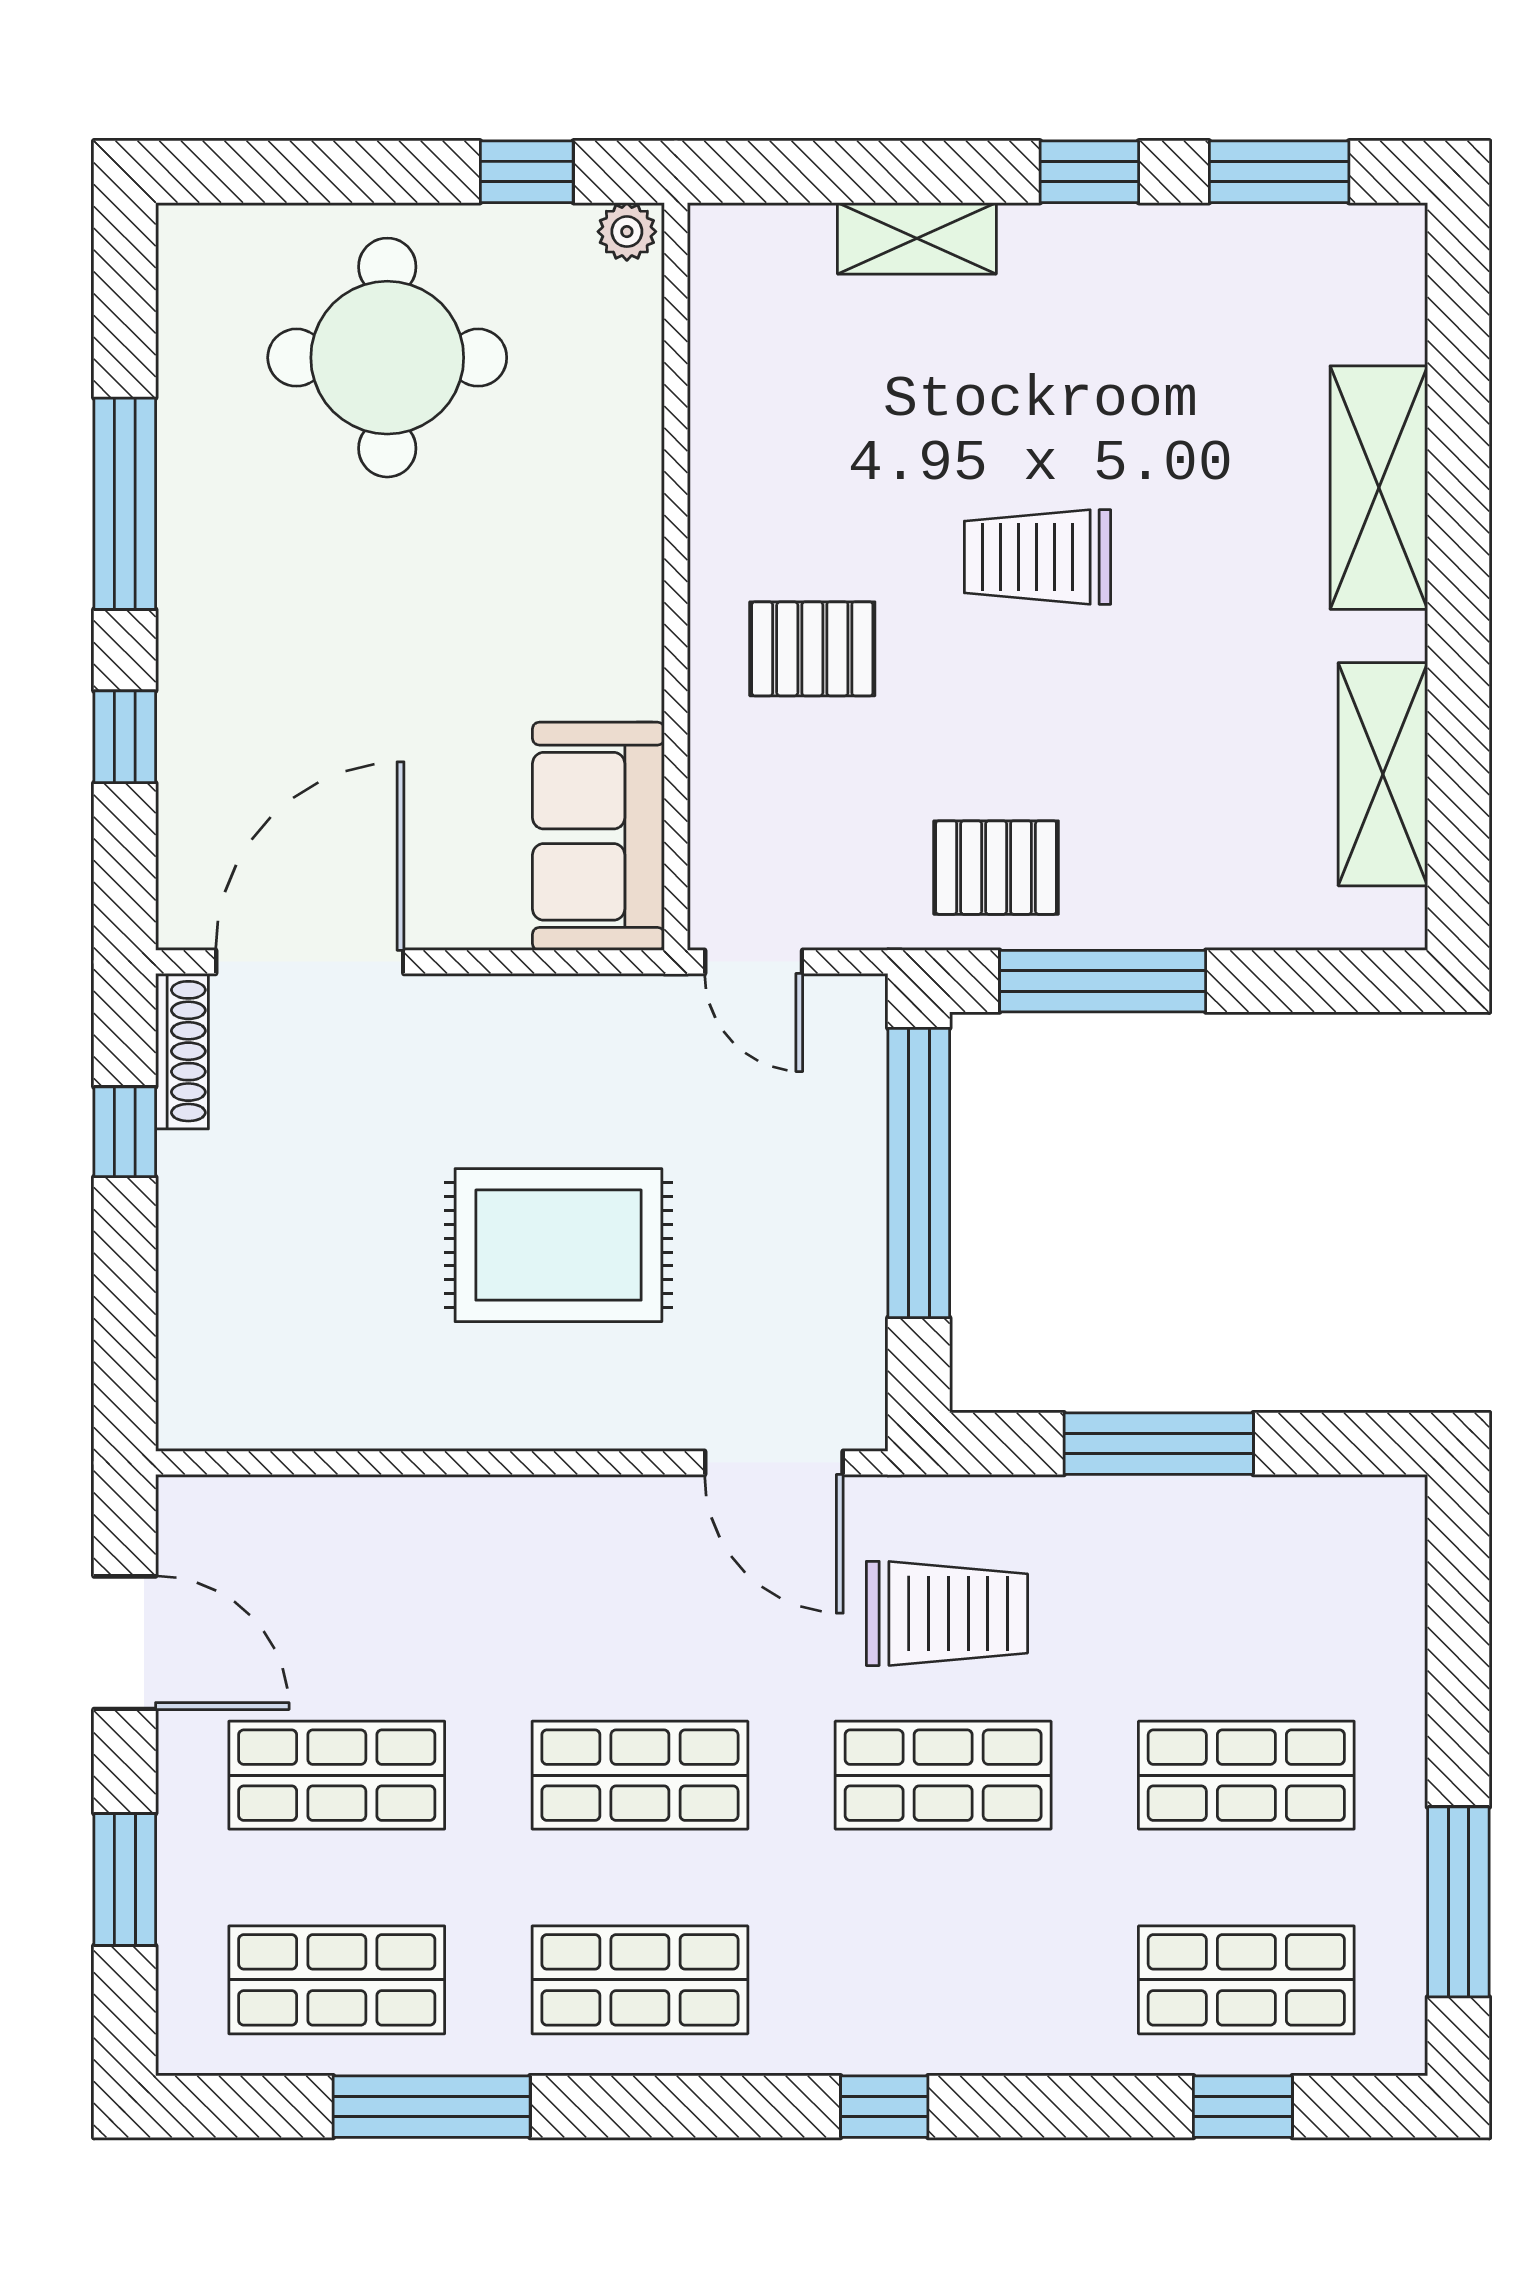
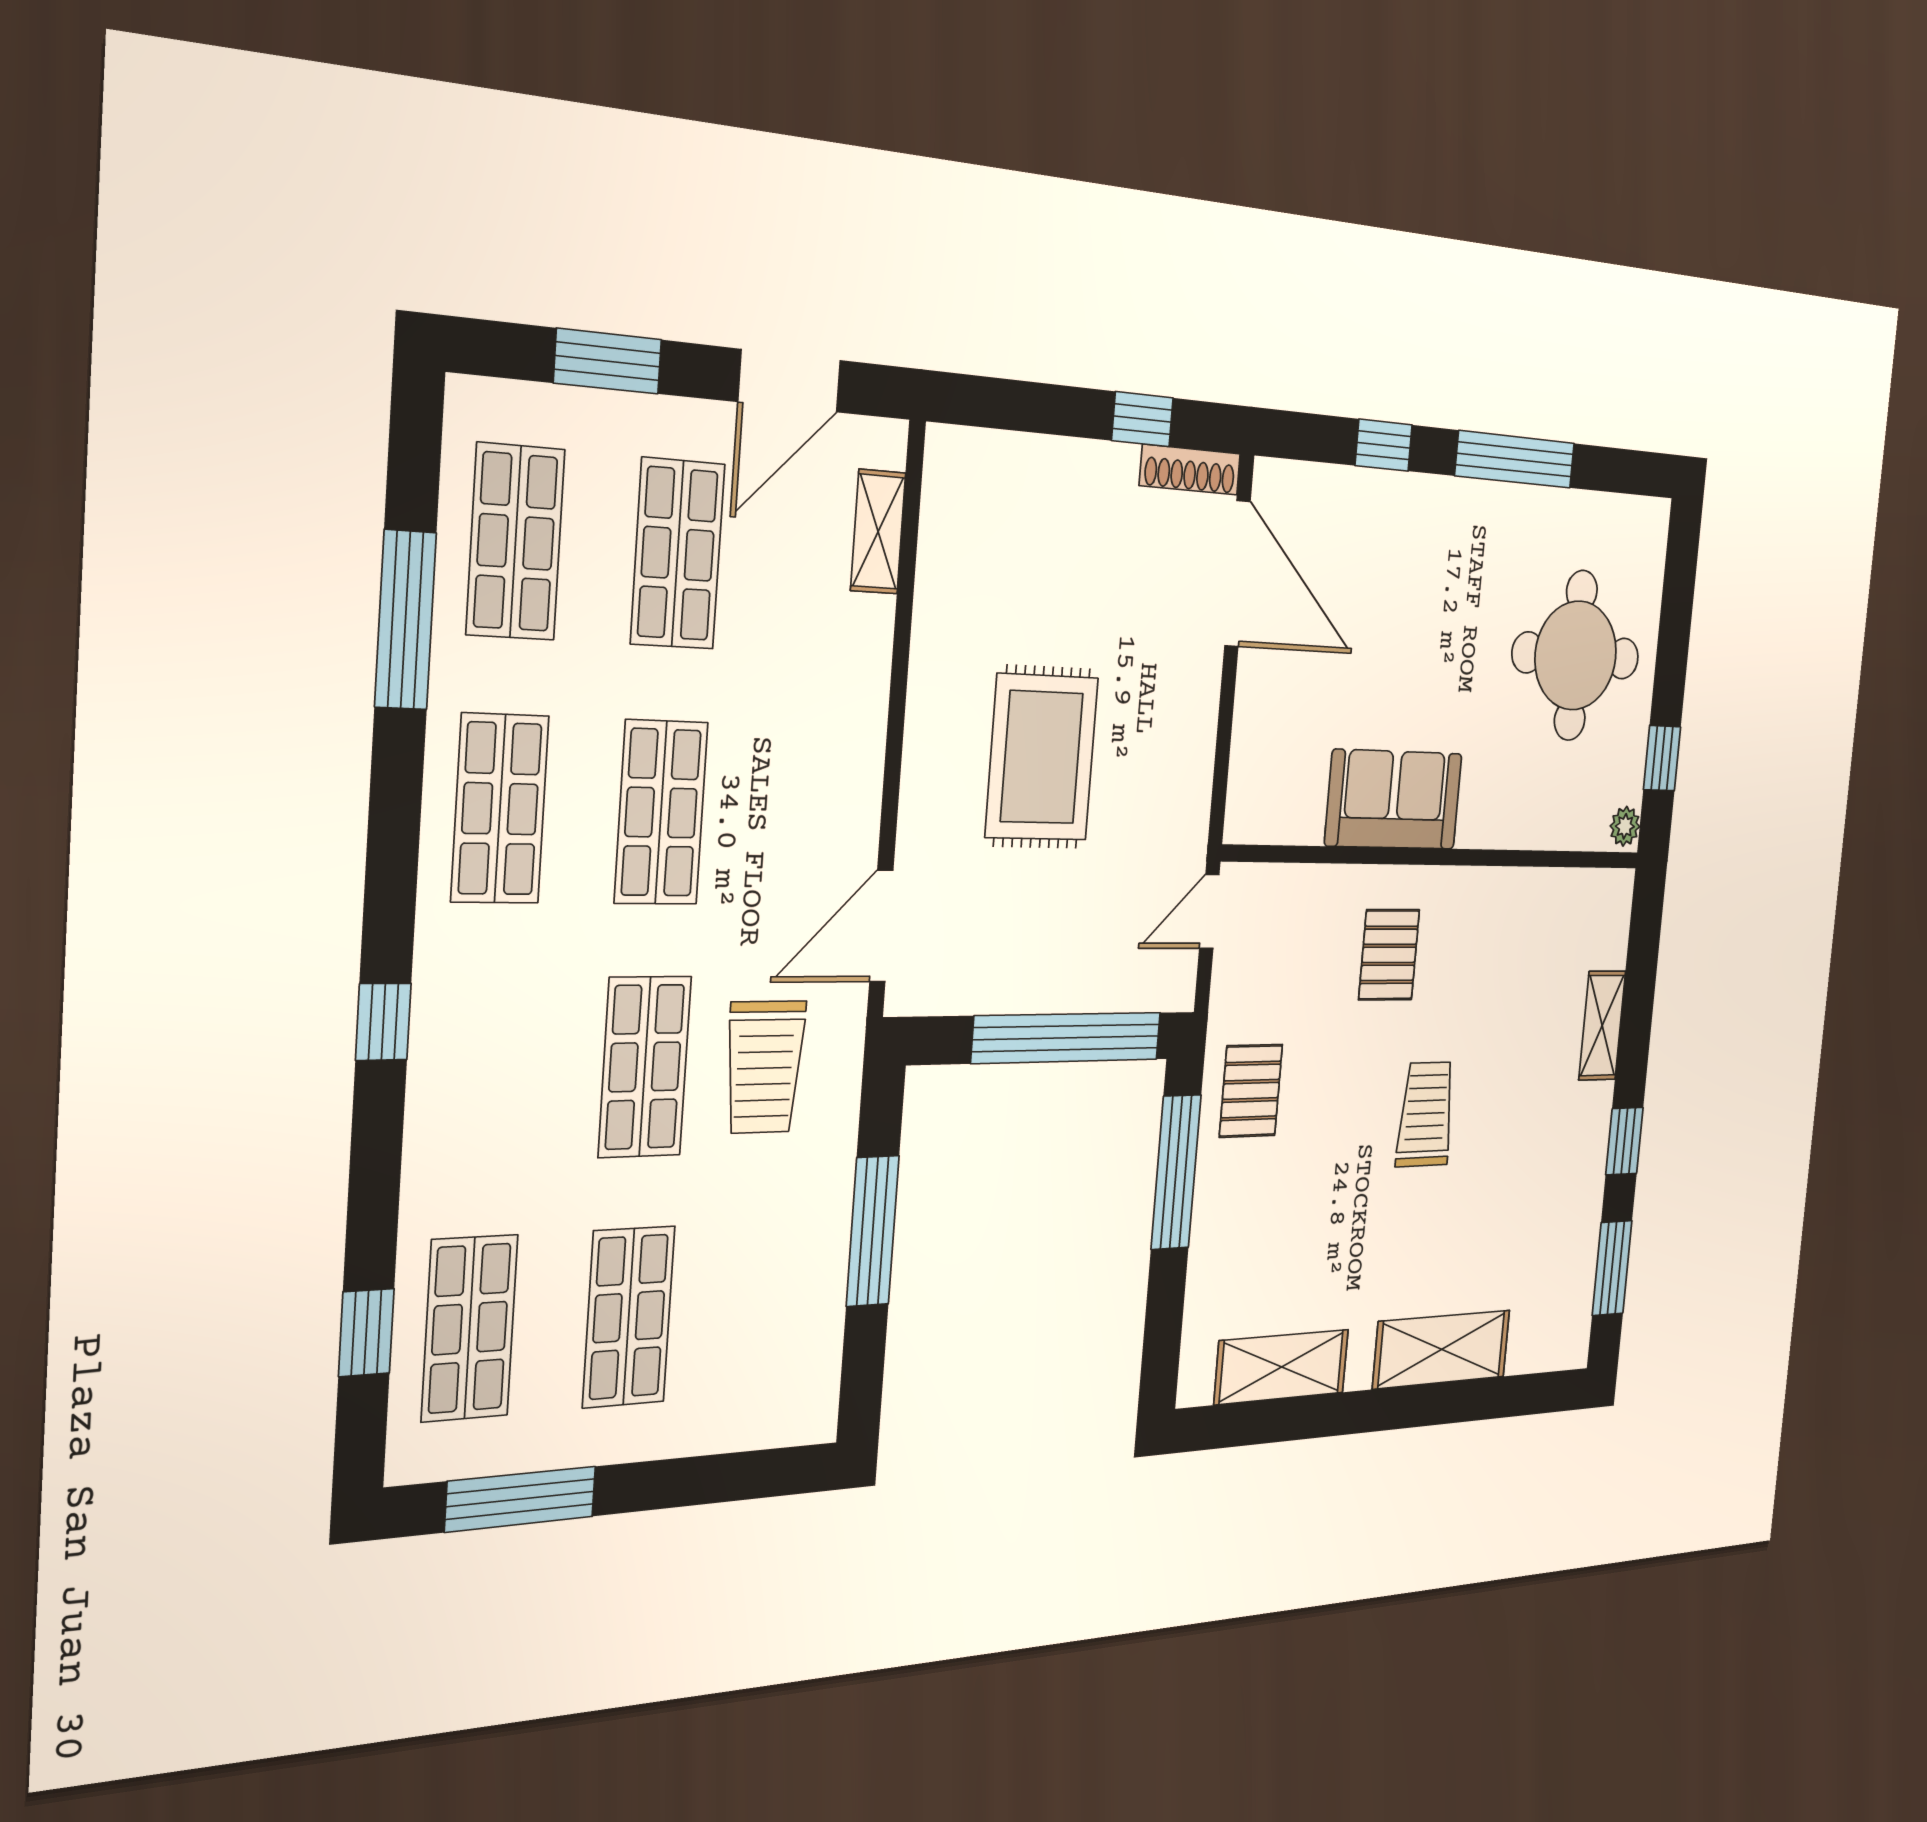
sofa: (598, 836) -> (1394, 800), moved
shelving: (293, 1507) -> (878, 532), added

